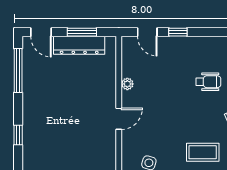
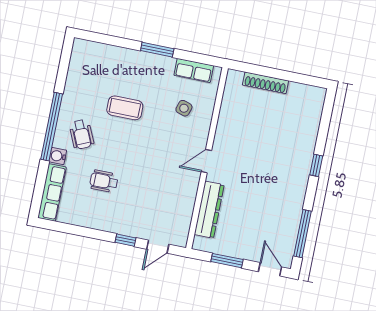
door: (147, 32) -> (158, 247), swing flipped
dresser: (79, 45) -> (209, 210), moved, turned 90
plant: (127, 84) -> (190, 196), removed

